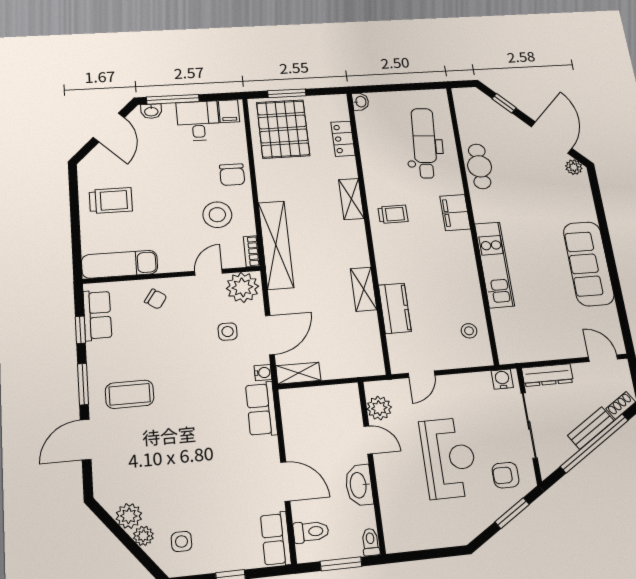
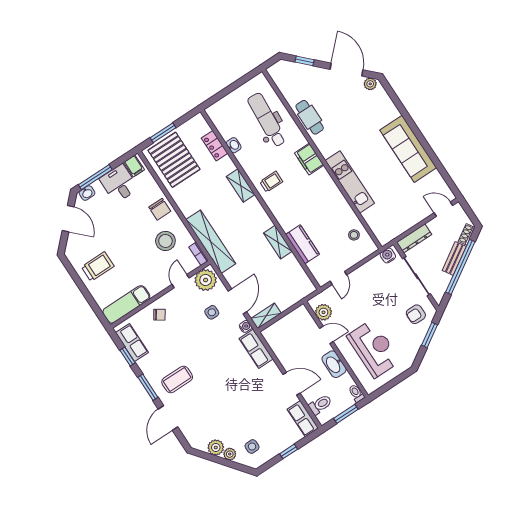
washbasin: (360, 102) -> (234, 145), moved
reception desk: (449, 458) -> (374, 349), moved

